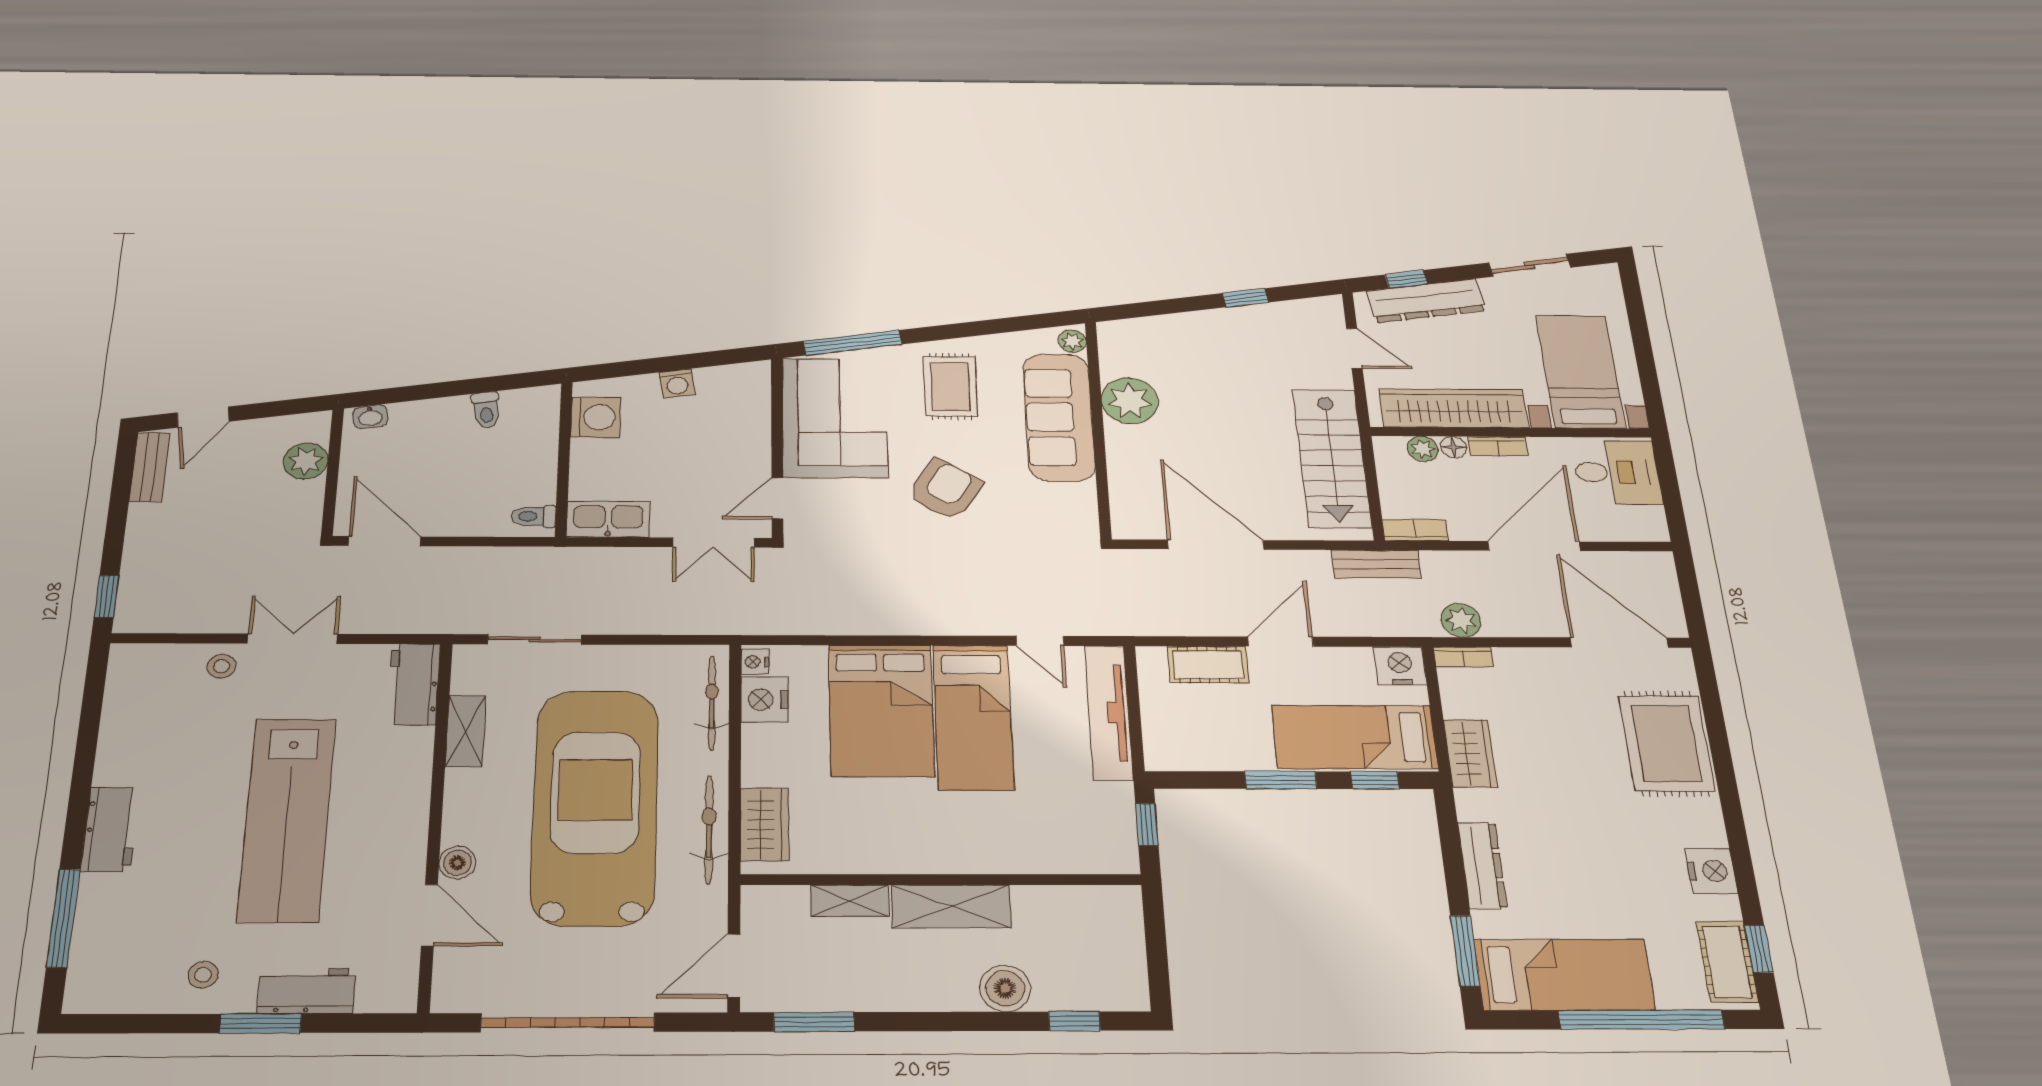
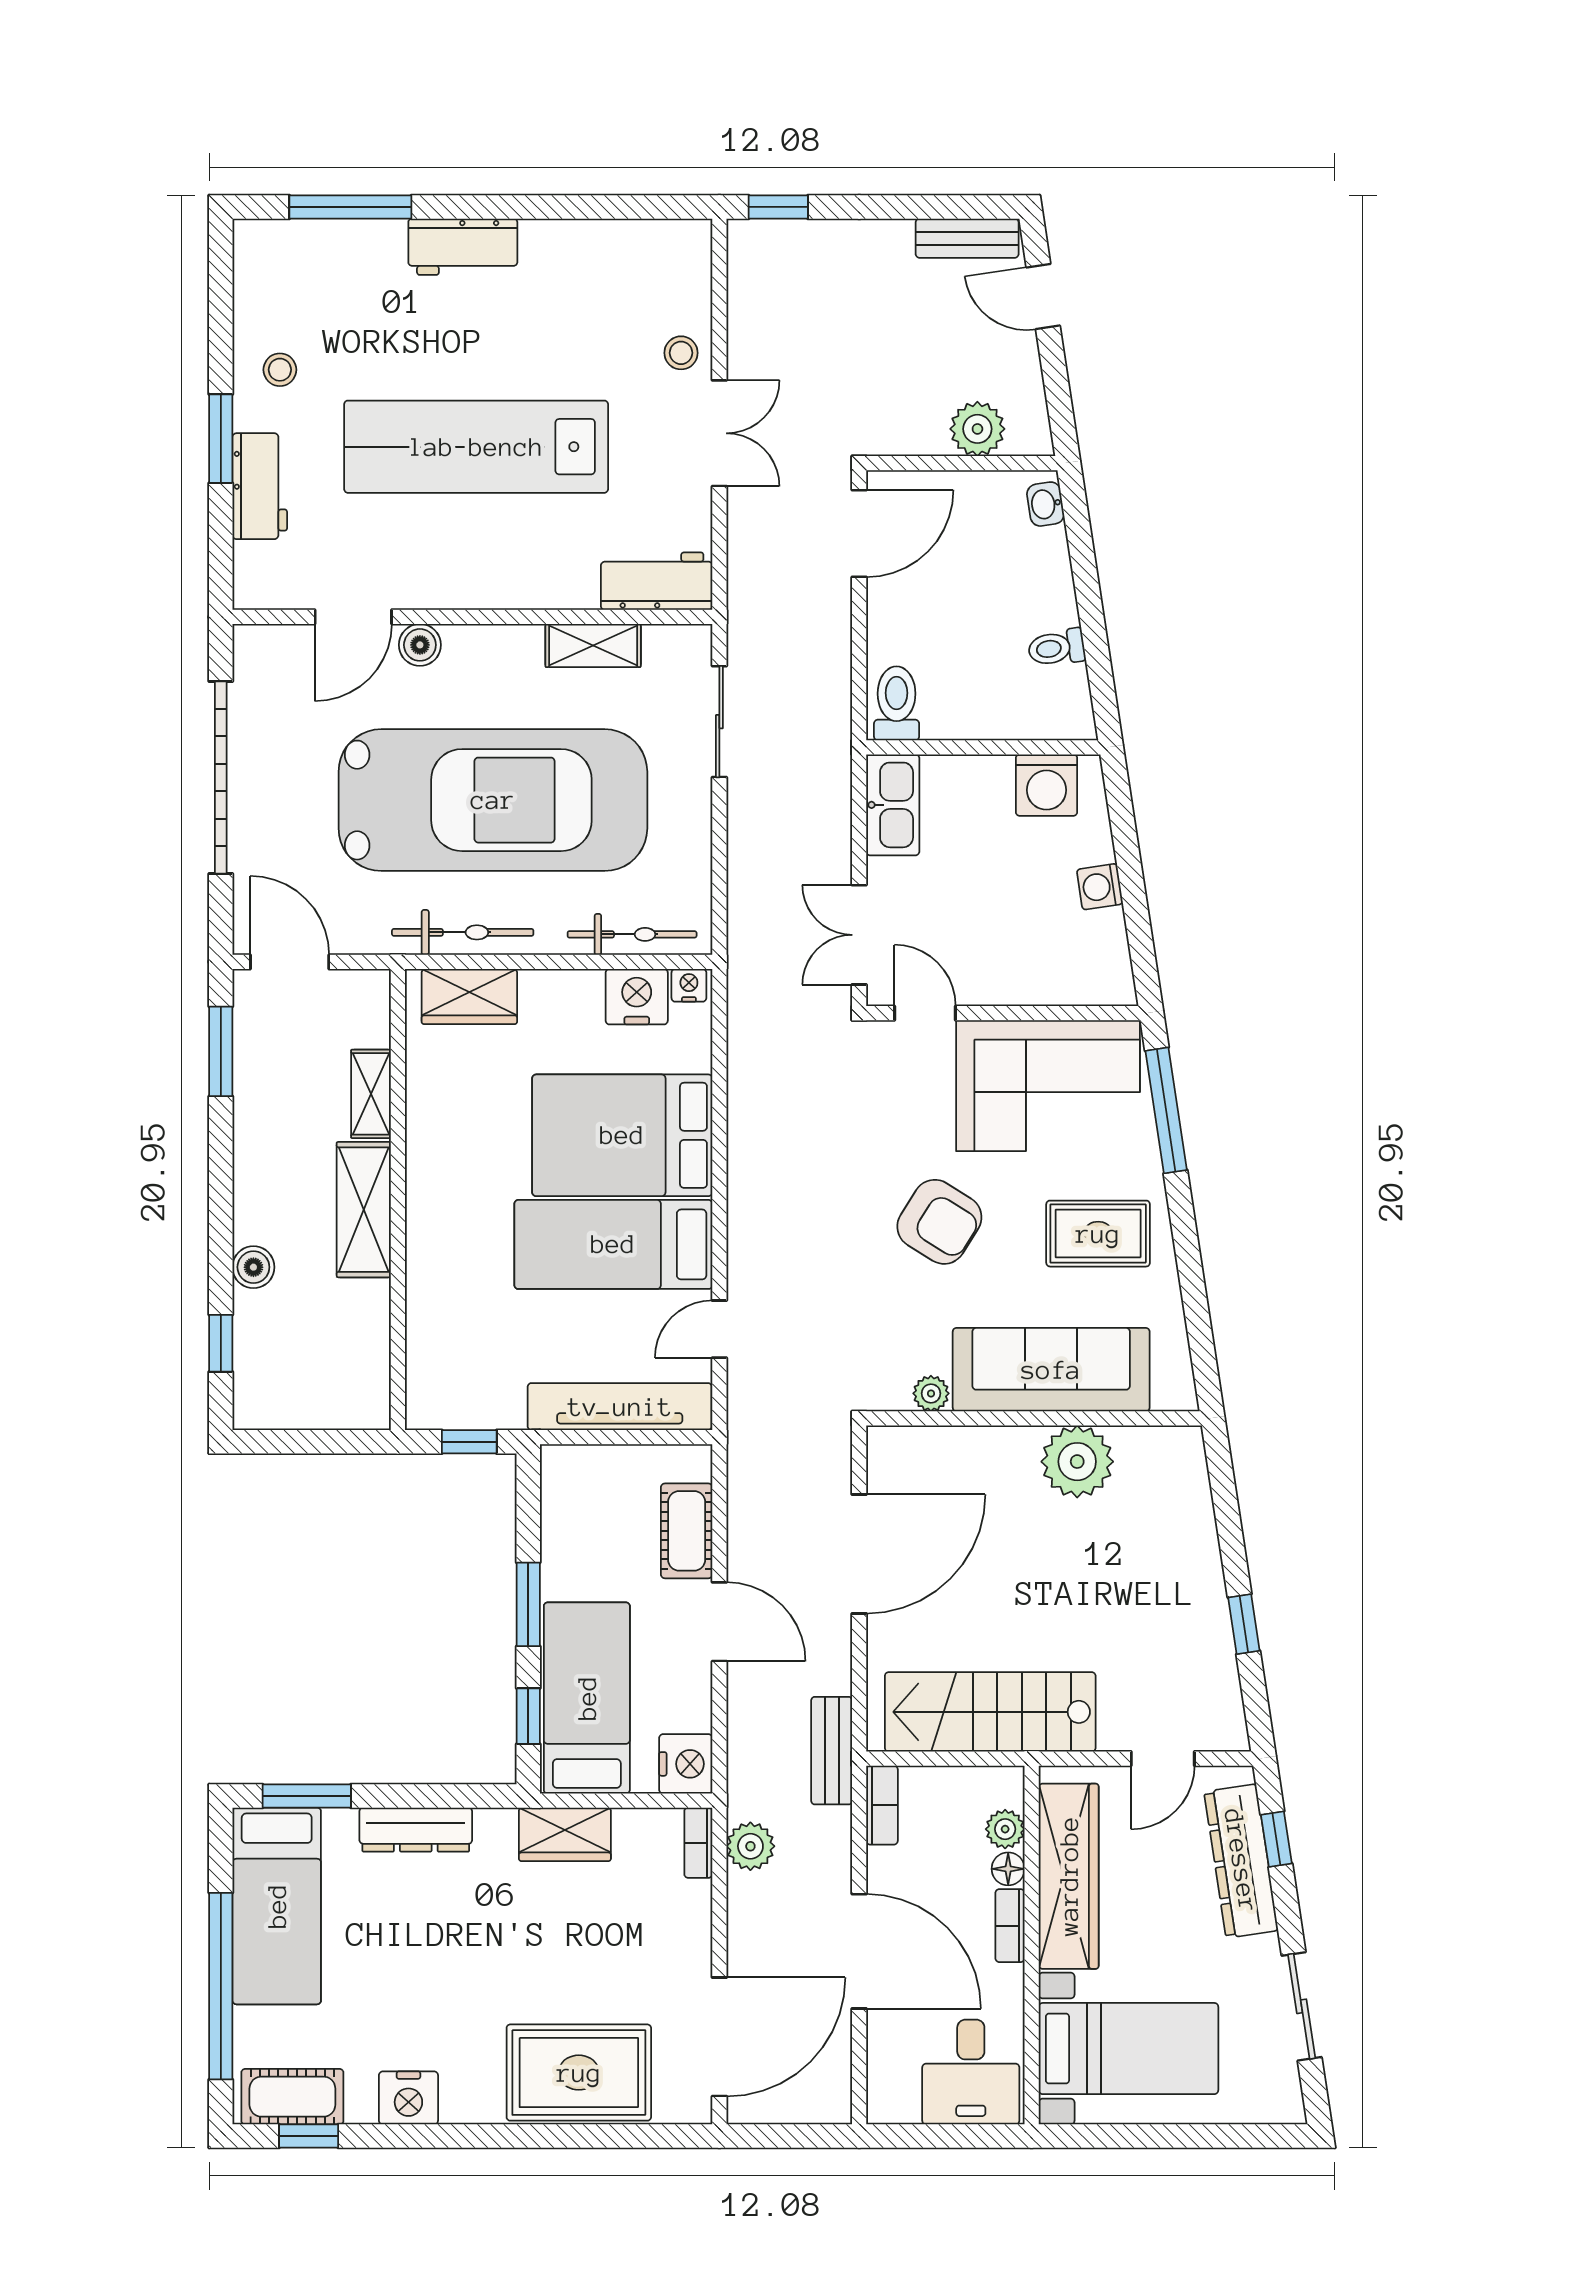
plant: (1072, 341) -> (931, 1393), moved
toilet: (534, 516) -> (897, 703), width x1.37, depth x1.39
boiler: (1005, 988) -> (253, 1267), width x0.73, depth x0.73

